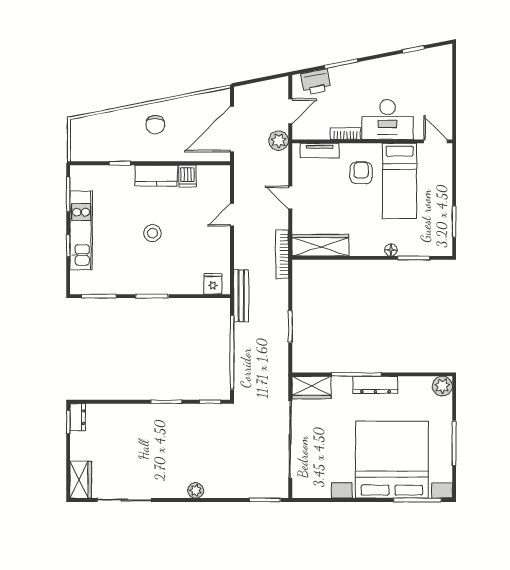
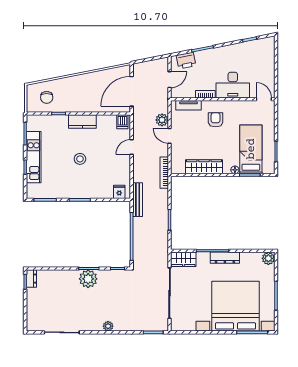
chair: (155, 125) -> (47, 97), moved
plant: (279, 141) -> (162, 120), moved
dishwasher: (187, 176) -> (122, 122), moved
bed: (400, 181) -> (251, 149), moved, turned 180
wardrobe: (320, 245) -> (204, 167), moved
plant: (165, 418) -> (88, 279), added
wardrobe: (81, 480) -> (33, 319), removed

